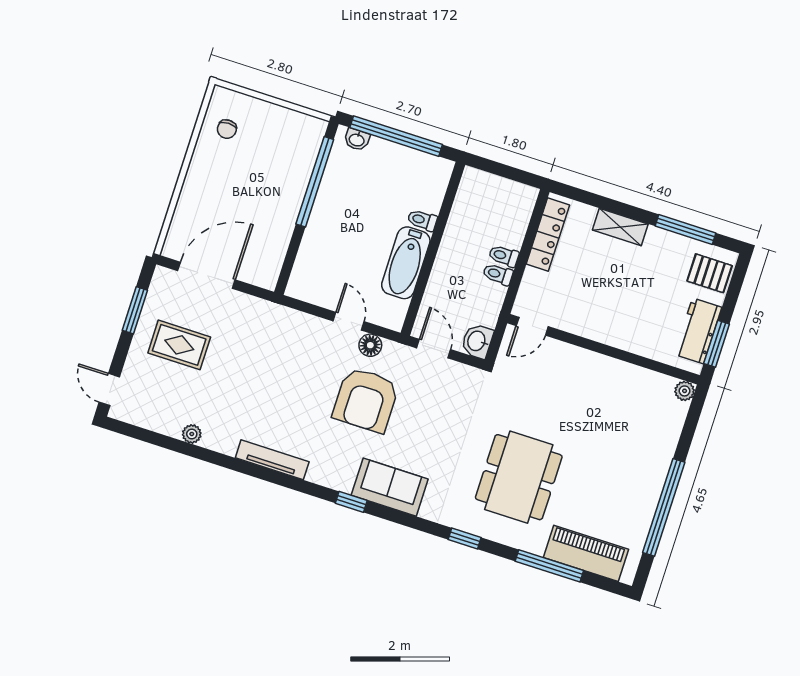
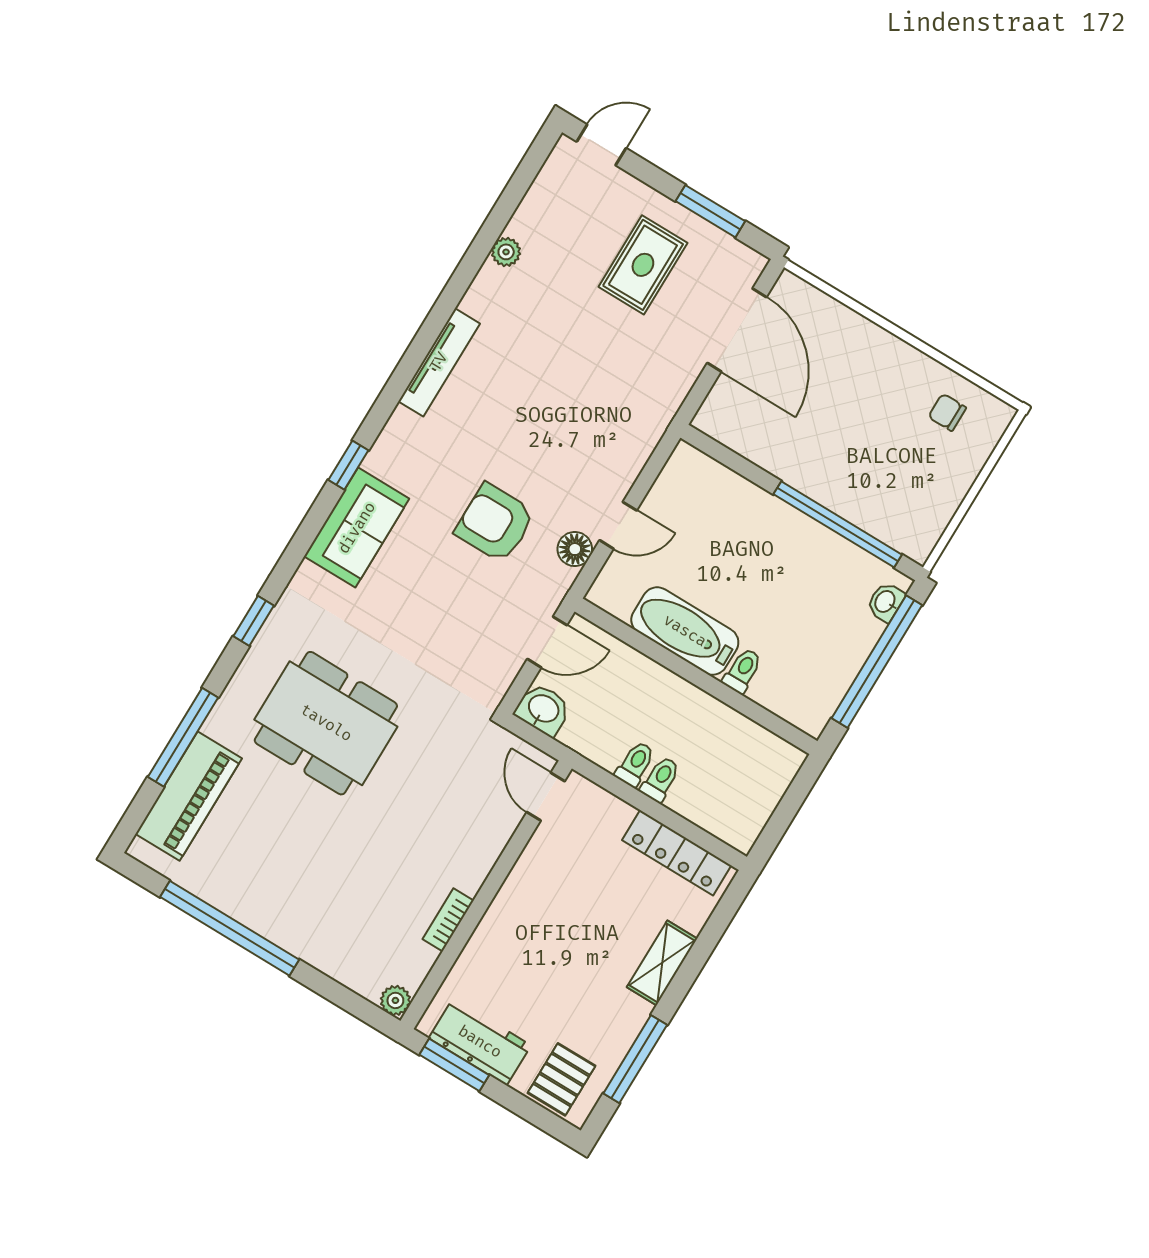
bookcase: (625, 370) -> (448, 920), added
armchair: (366, 400) -> (495, 523), width x0.73, depth x0.73

